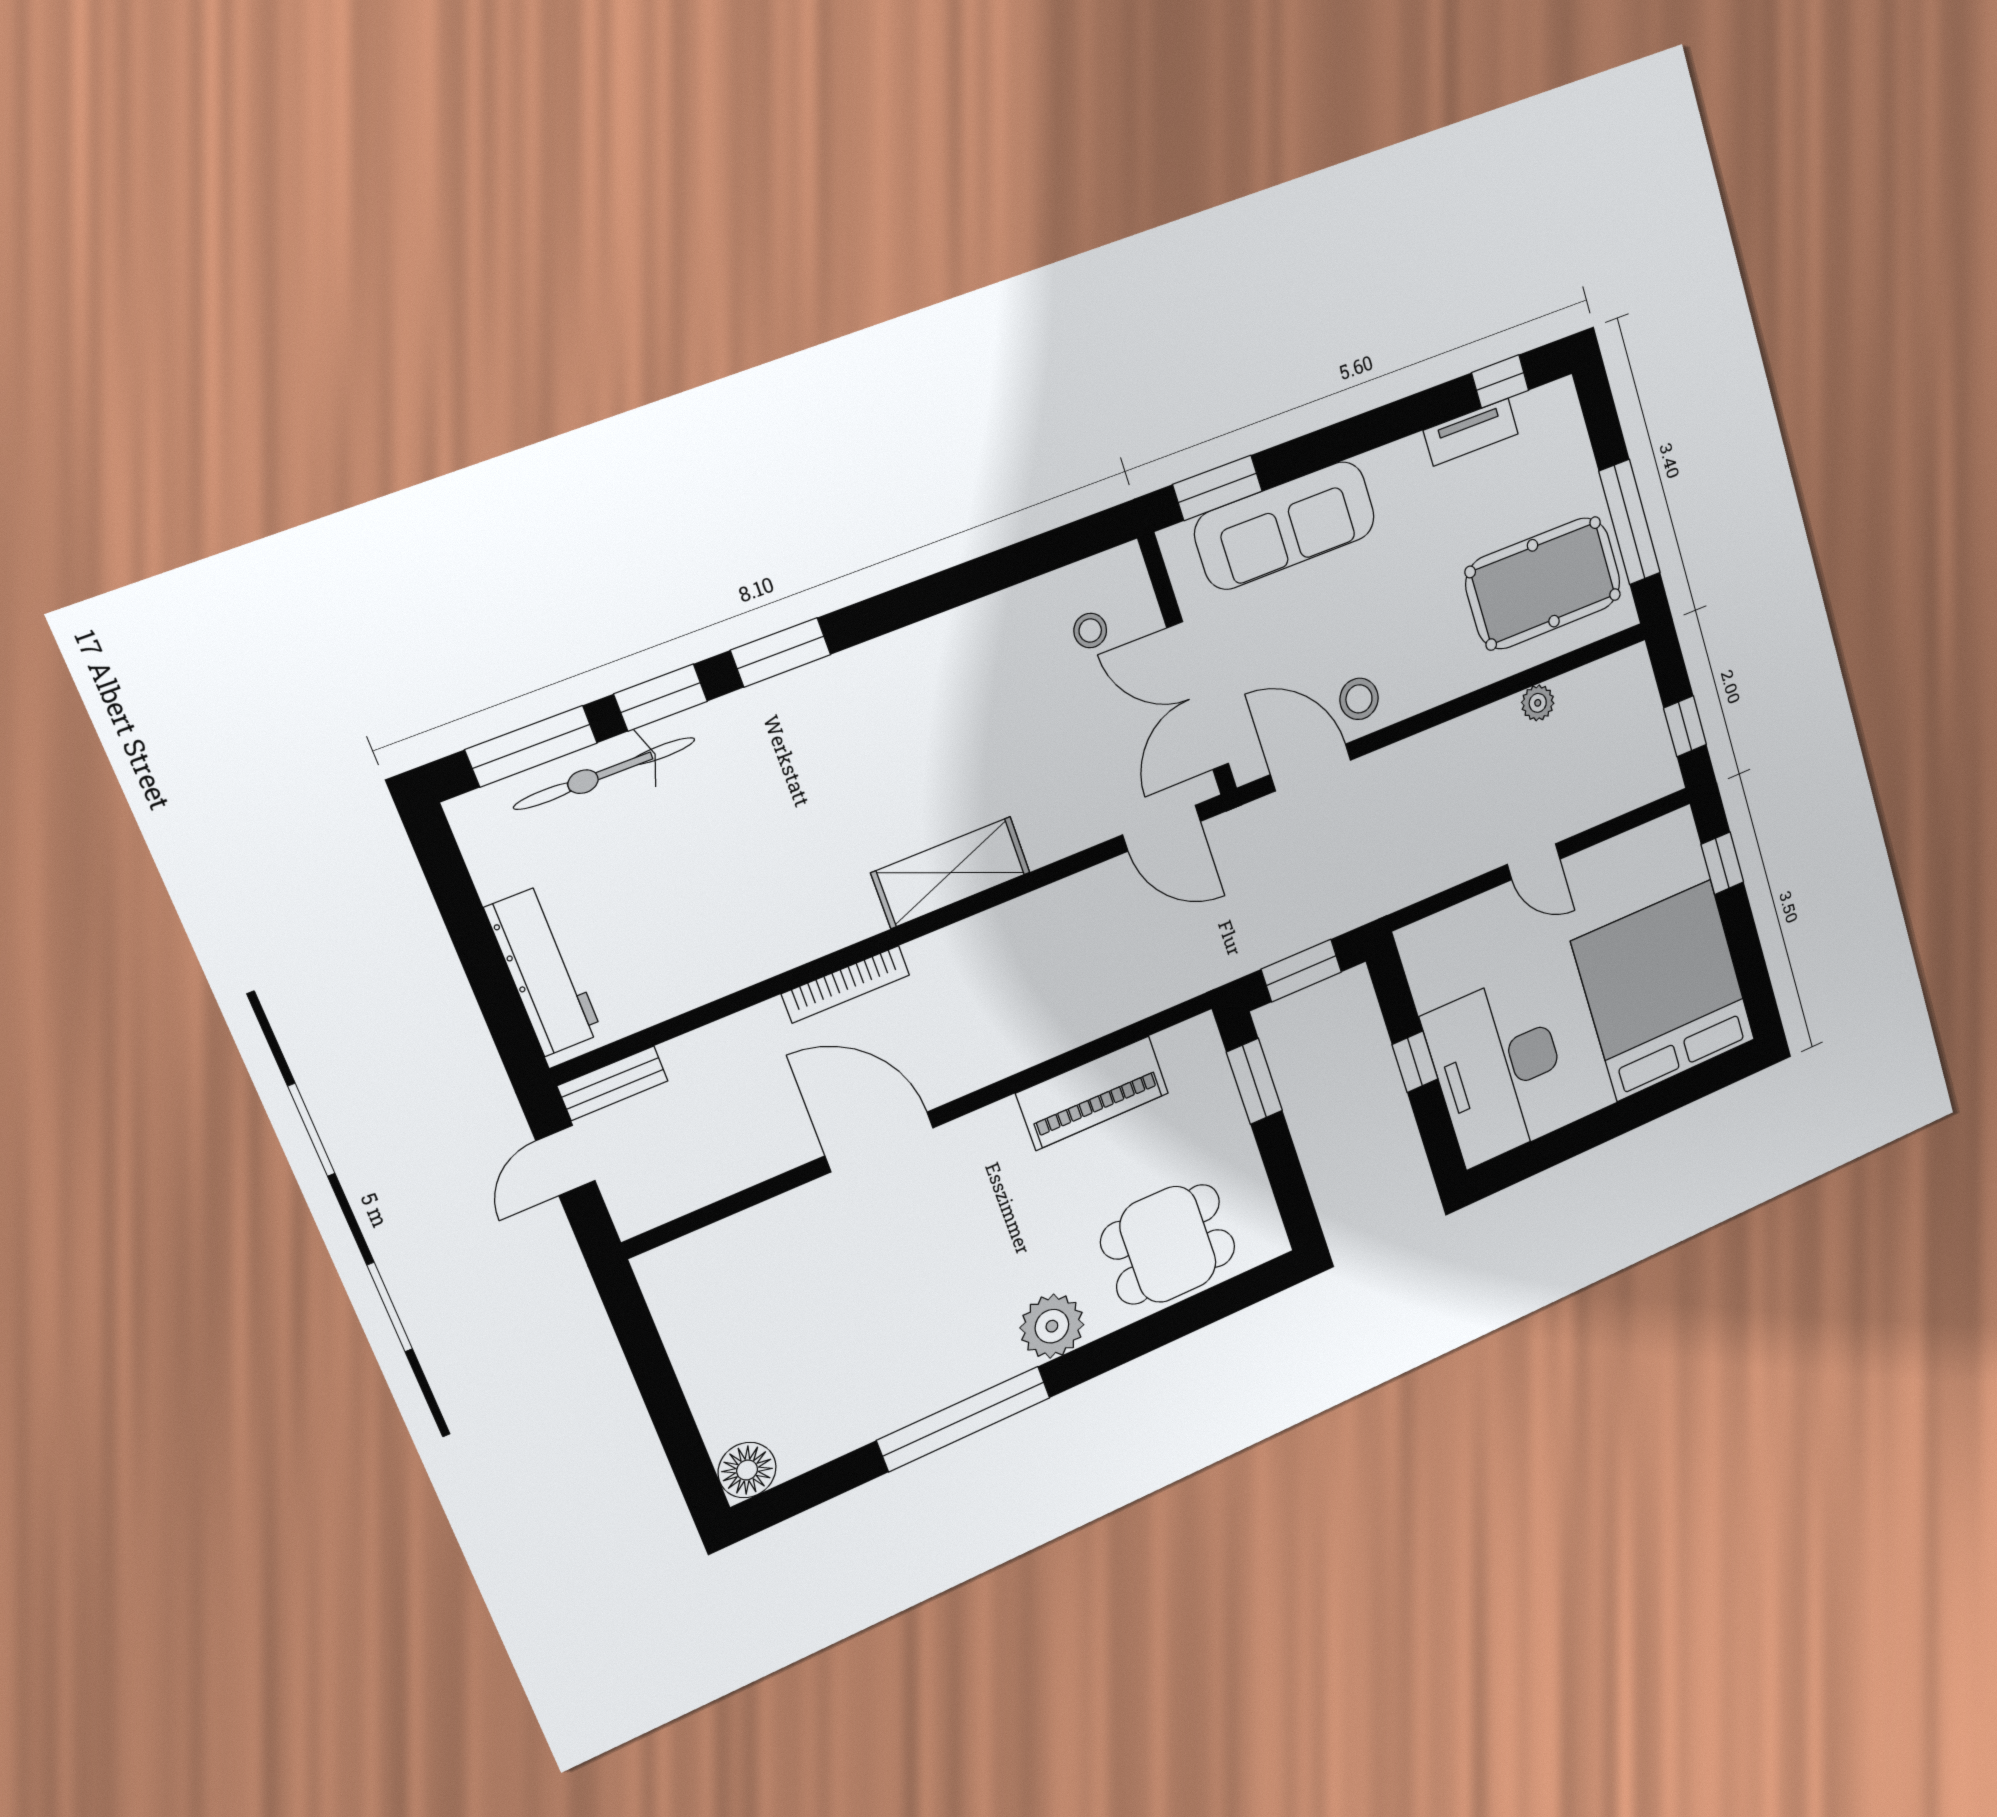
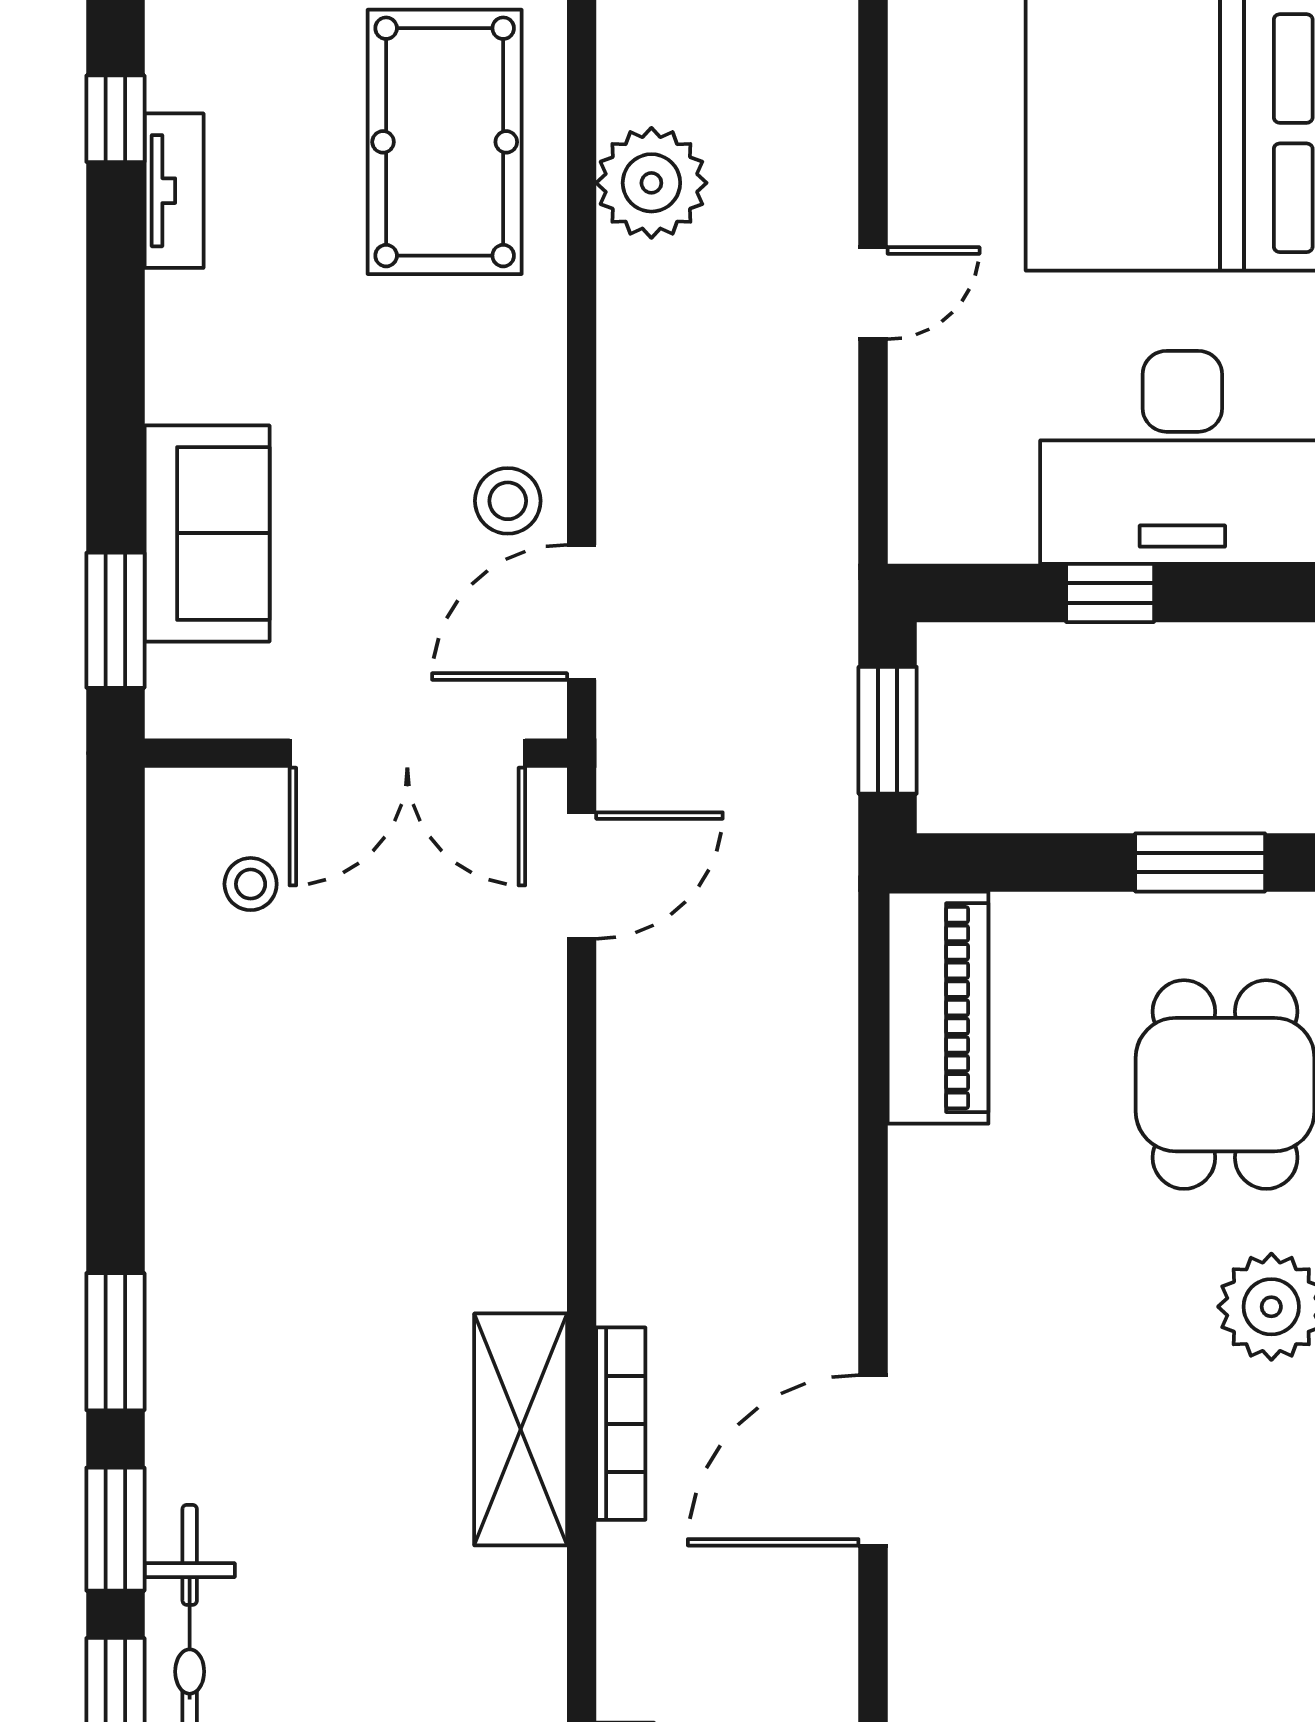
sofa: (1285, 525) -> (207, 533), width x0.73
plant: (1538, 703) -> (651, 183), width x1.88, depth x1.88
shelving: (951, 873) -> (521, 1429), moved
window: (1254, 1081) -> (1200, 862), moved
piano: (1092, 1093) -> (938, 1008), moved

